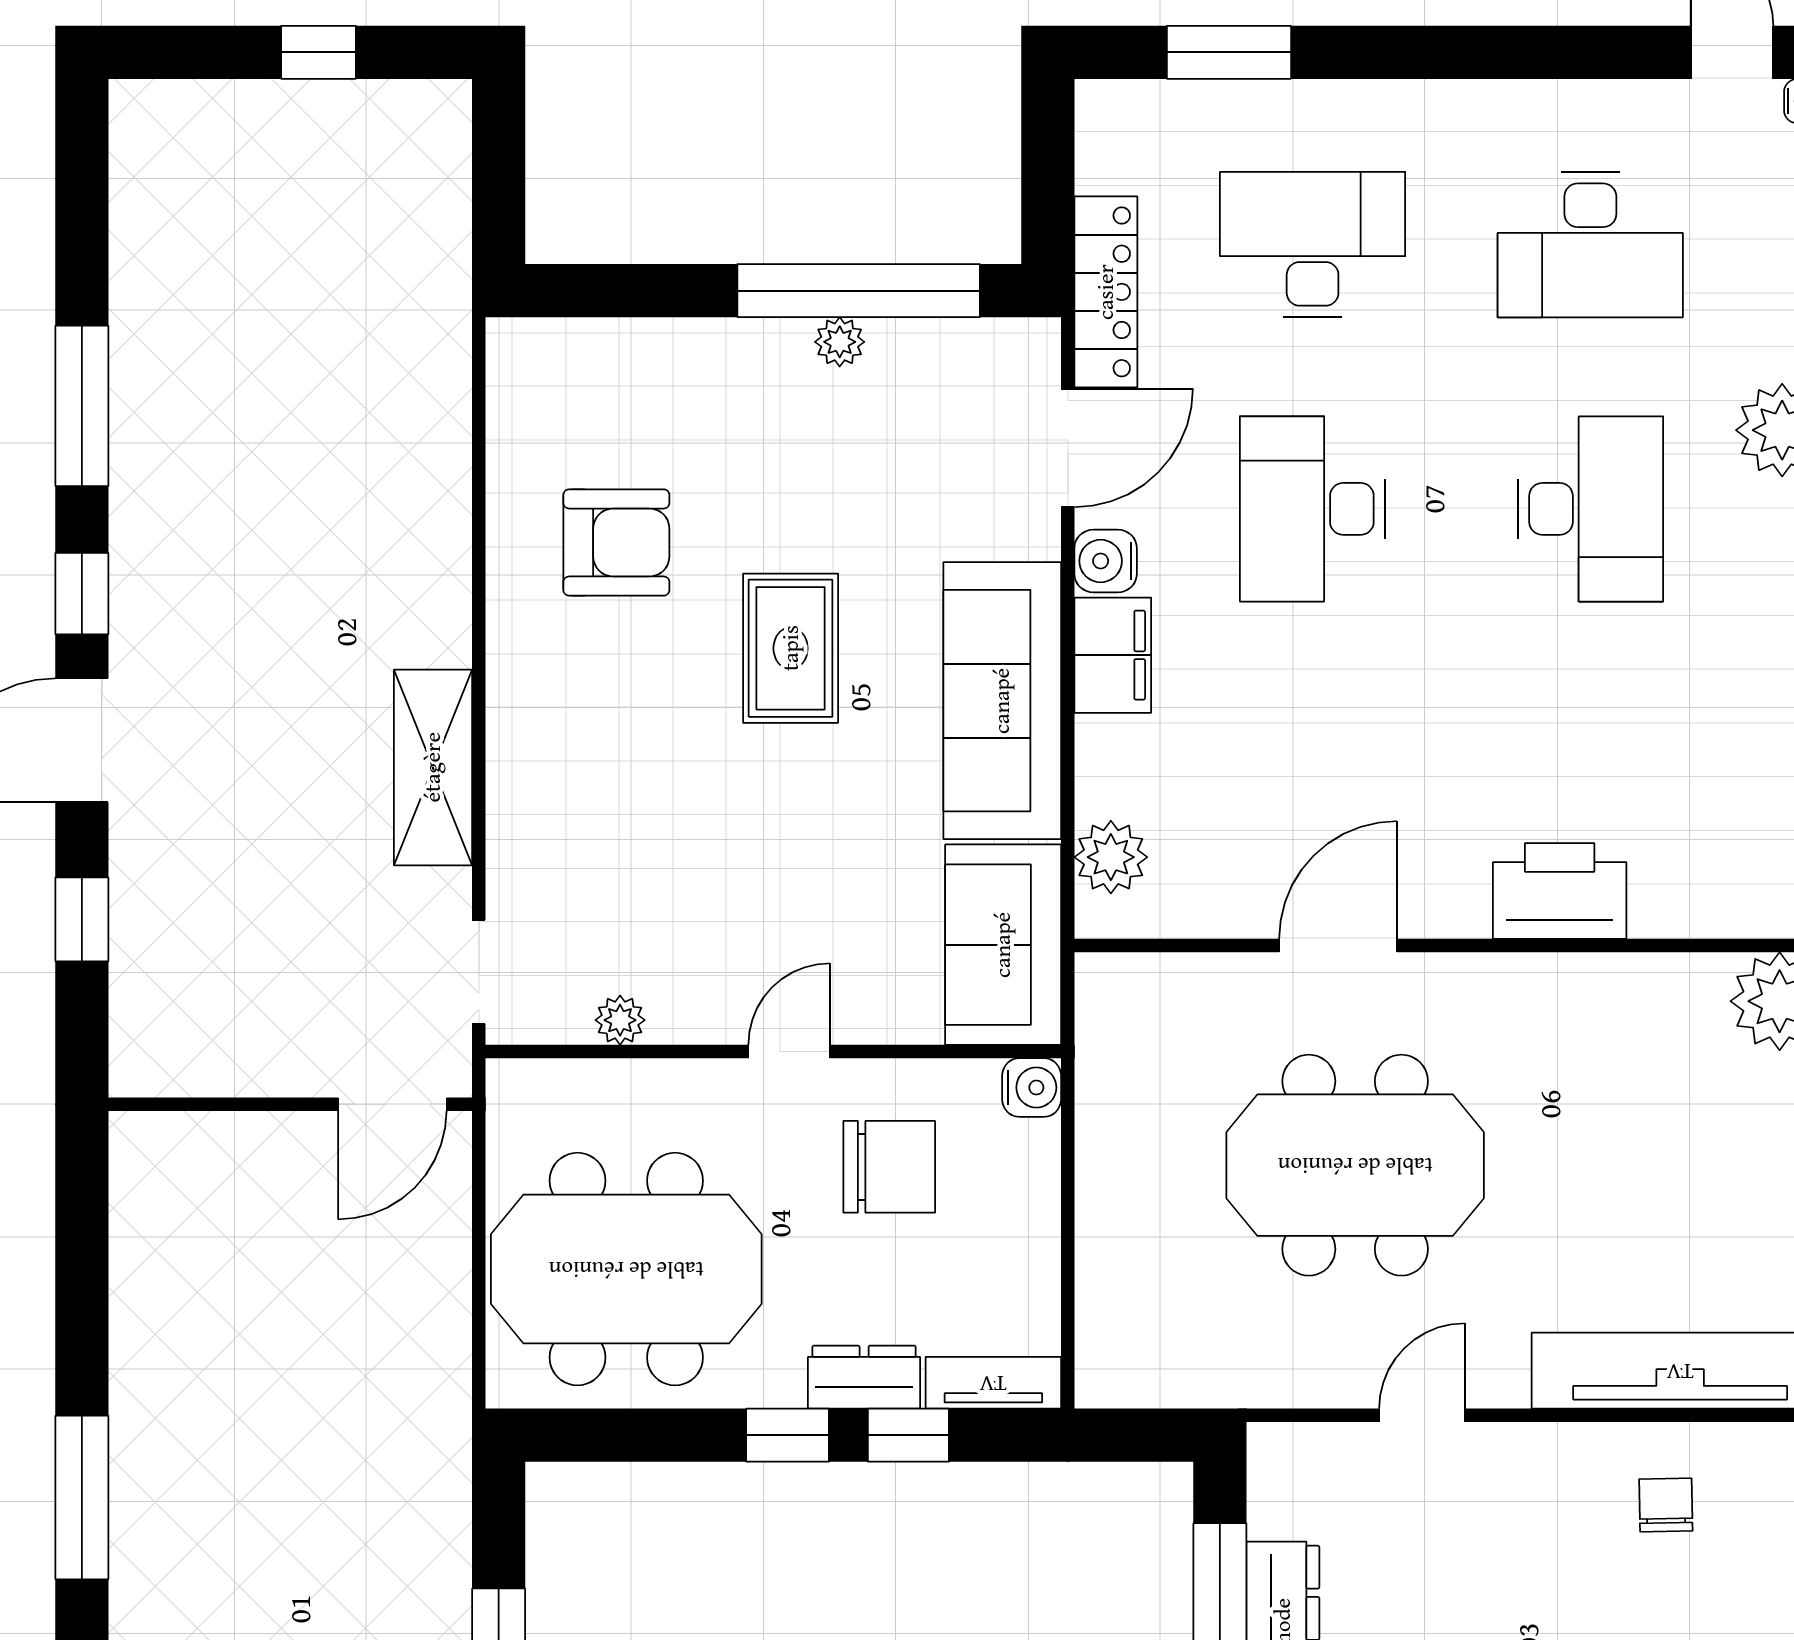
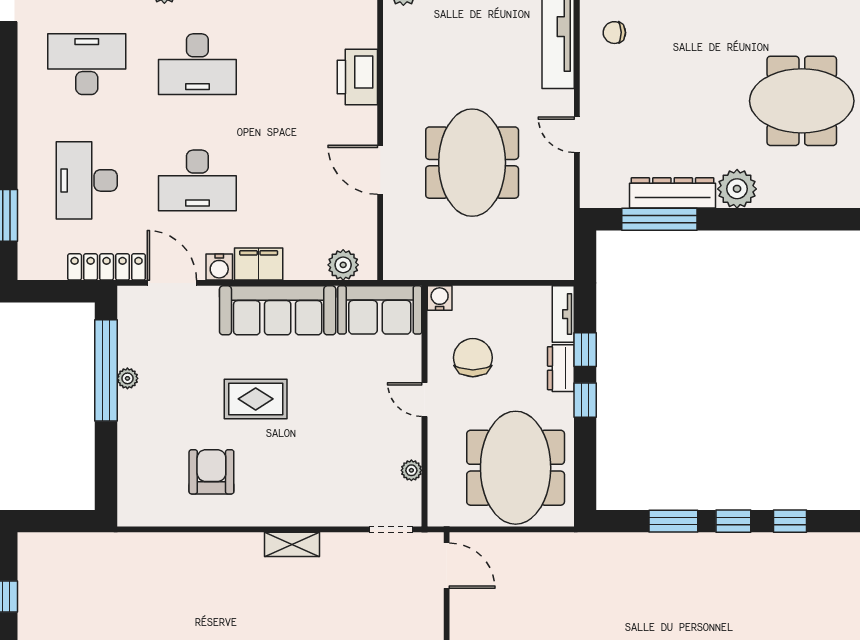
desk: (1590, 245) -> (87, 64), turned -90
desk: (1590, 509) -> (197, 64), turned 180
shelving: (433, 767) -> (292, 544), width x0.67, depth x0.75

